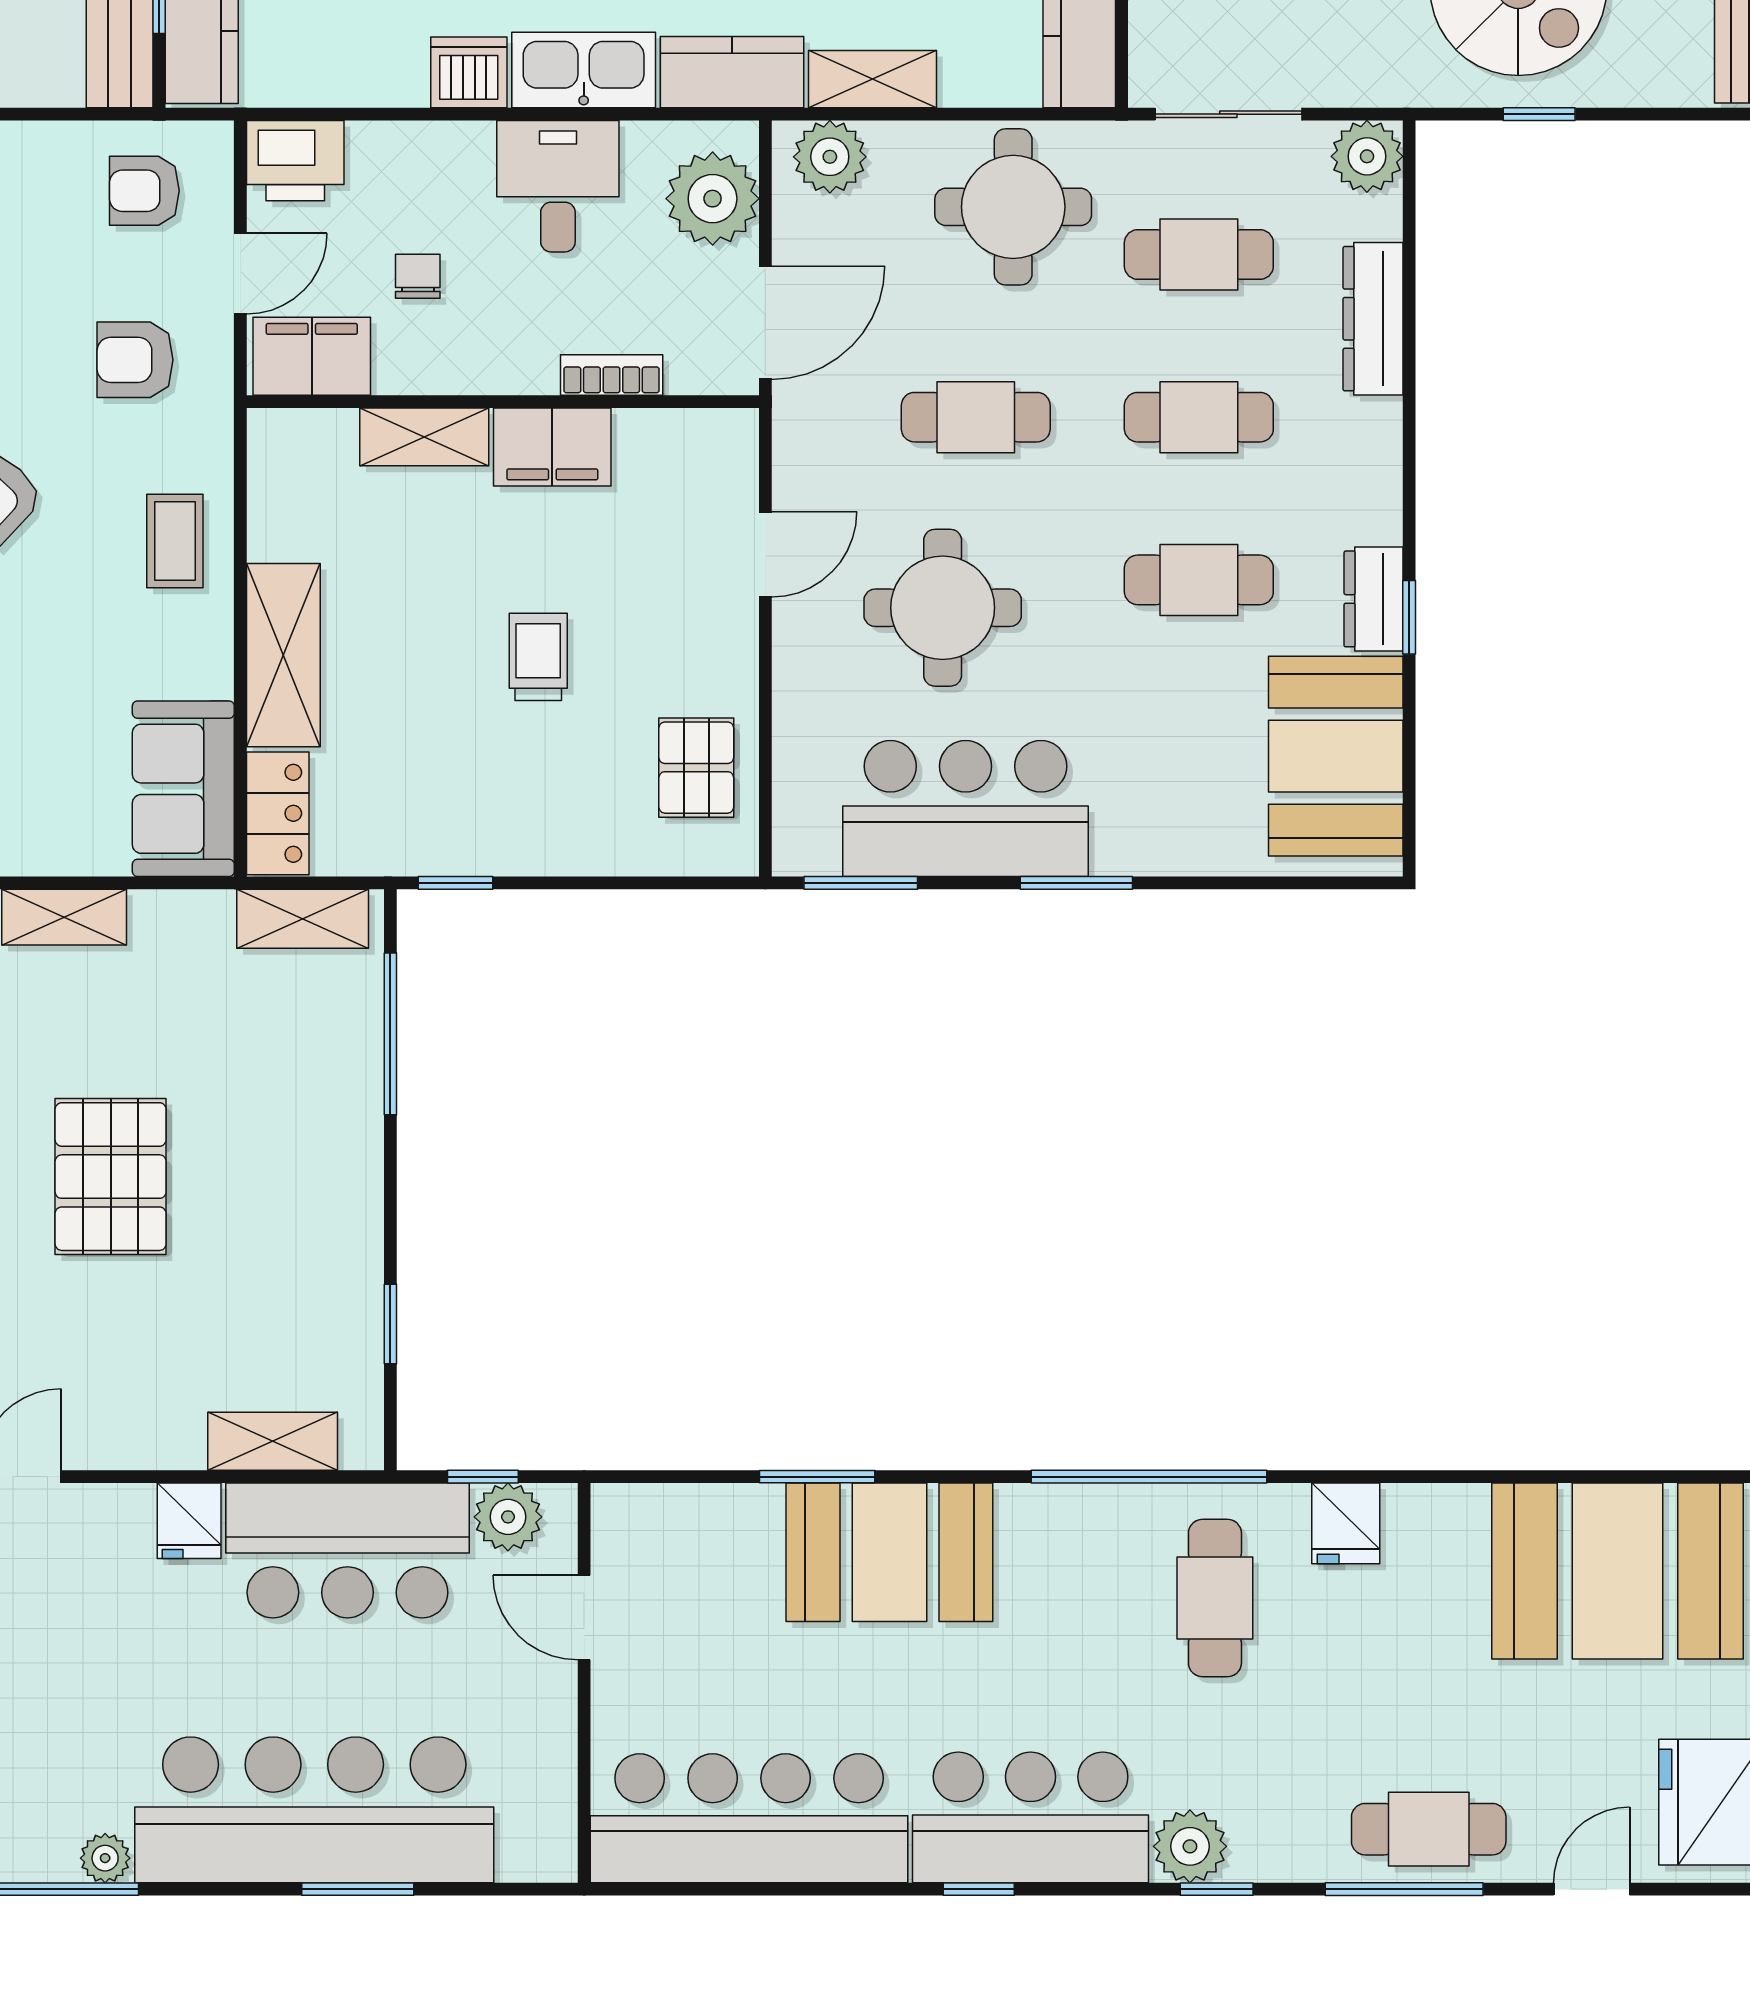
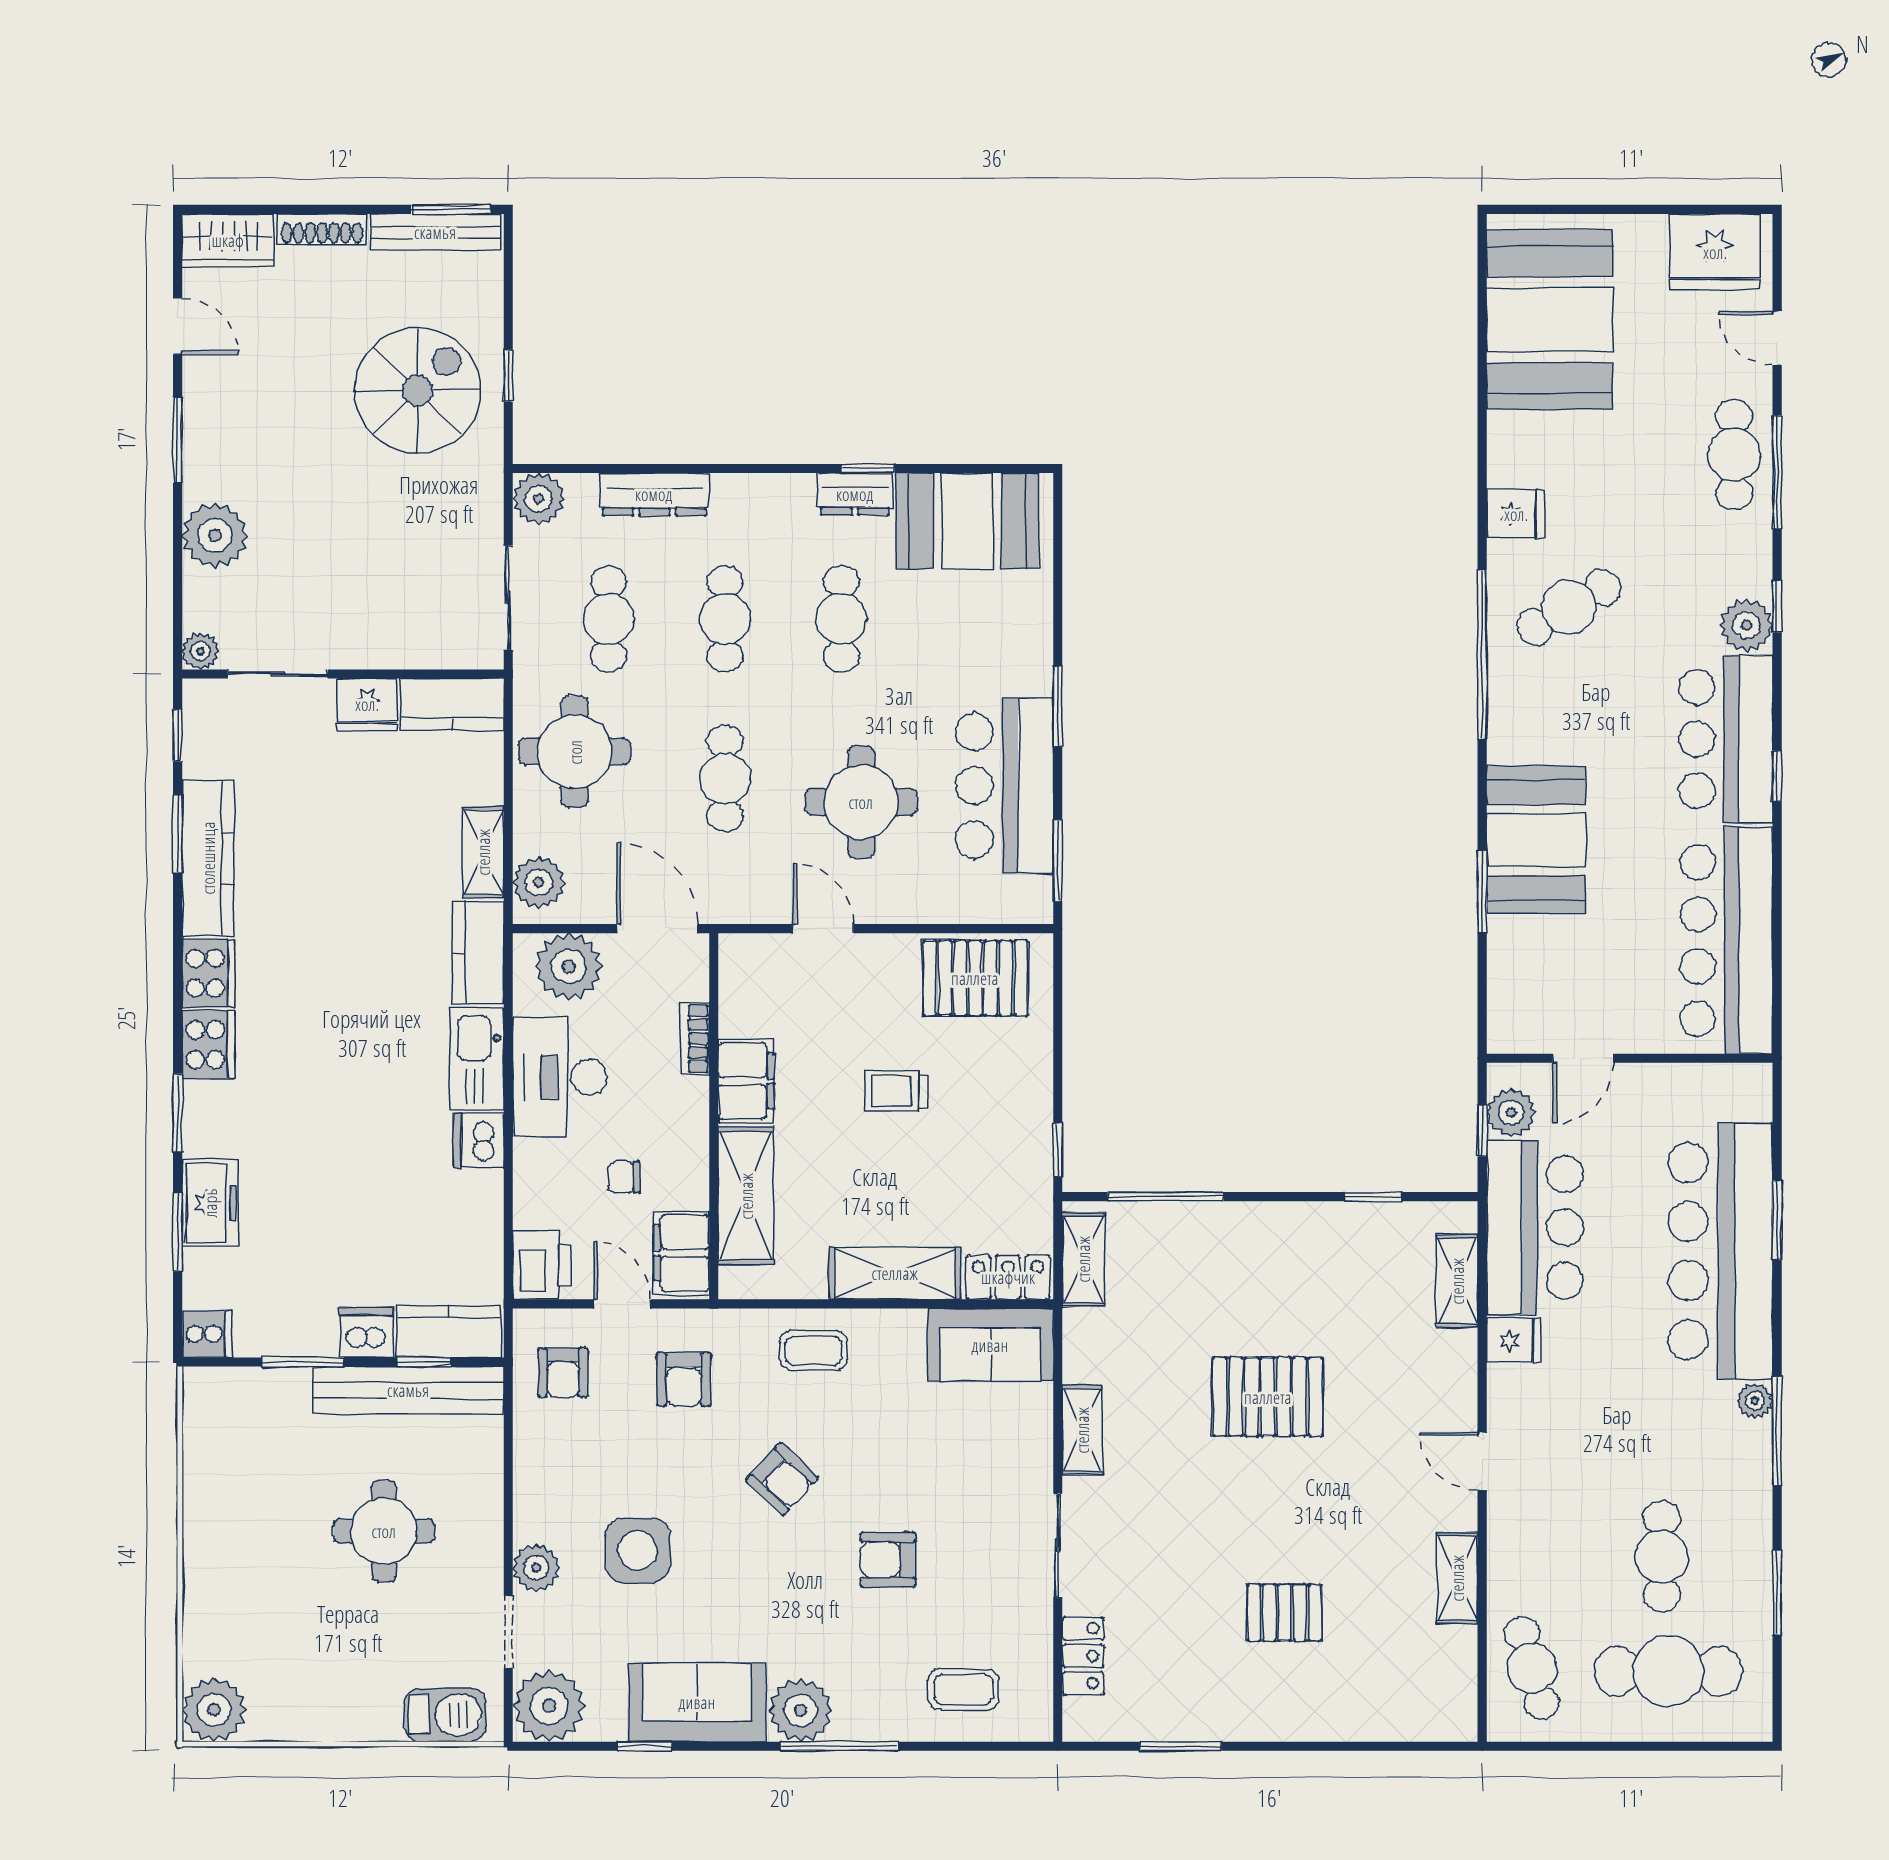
desk: (558, 186) -> (560, 1077), width x1.37
shelving: (424, 437) -> (746, 1196), width x1.50, depth x1.33
pallet: (696, 768) -> (975, 978), width x1.50, depth x1.42
cafe table: (1215, 1598) -> (1569, 607), turned -30

